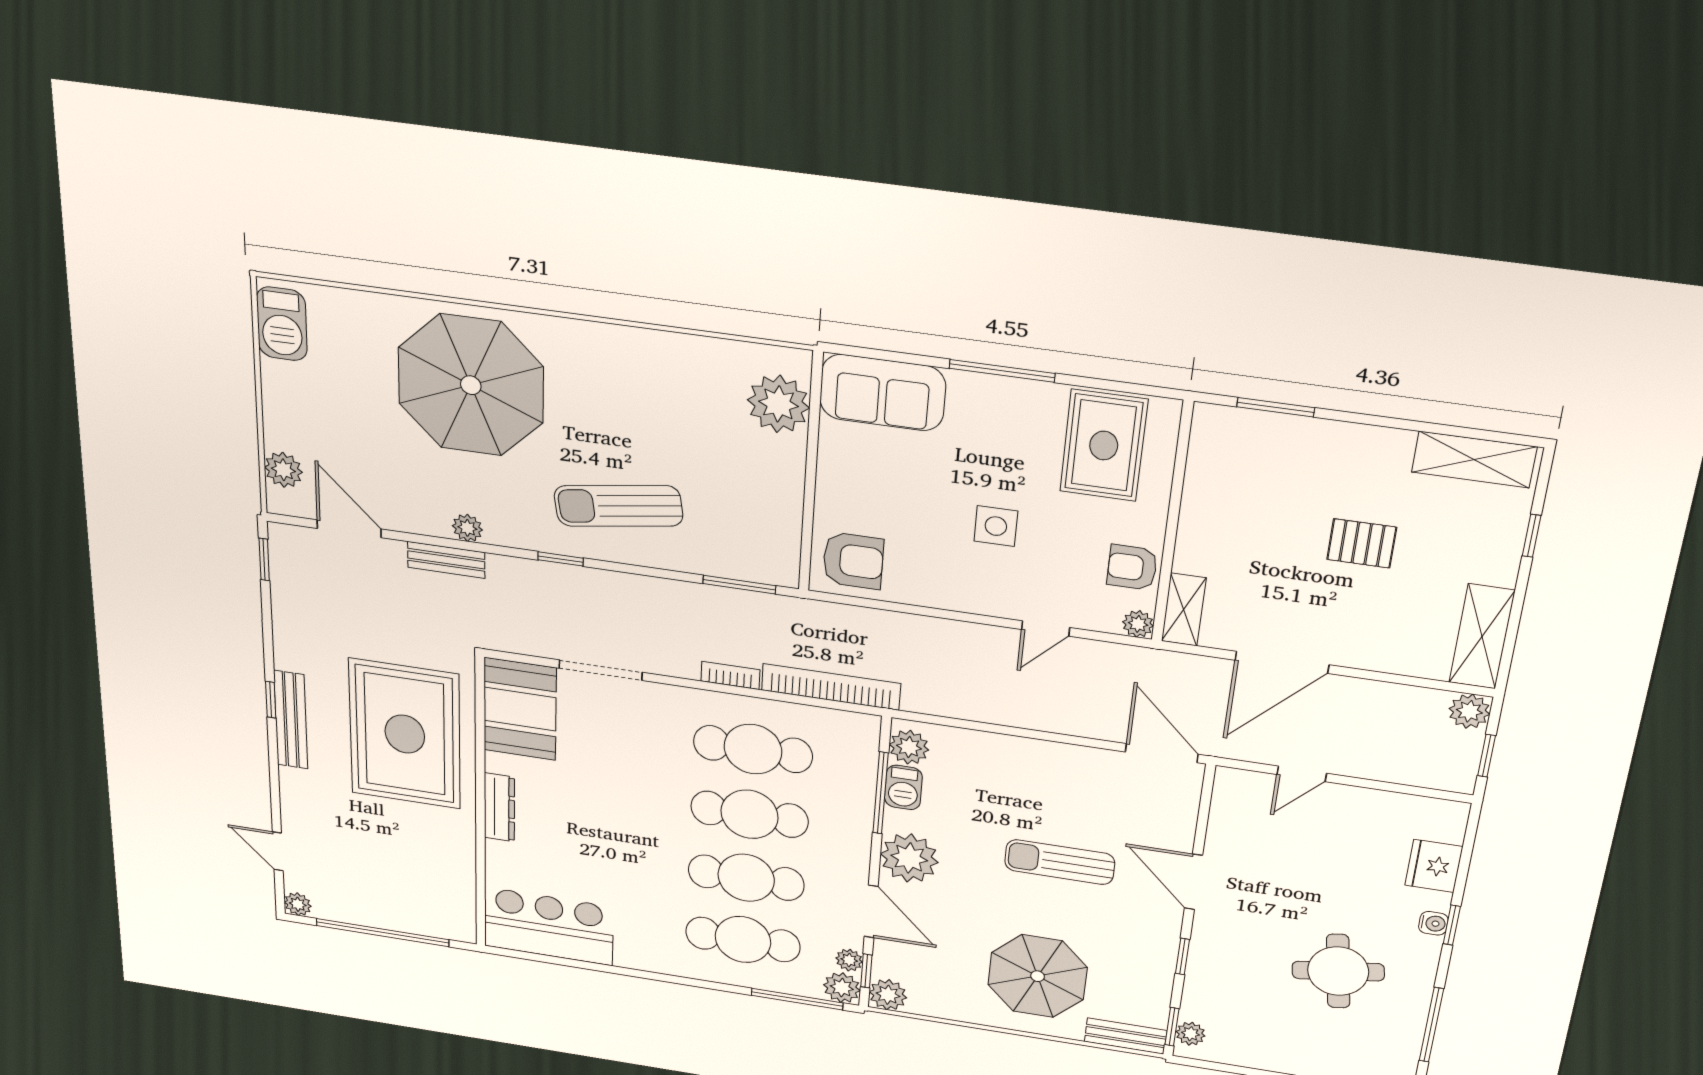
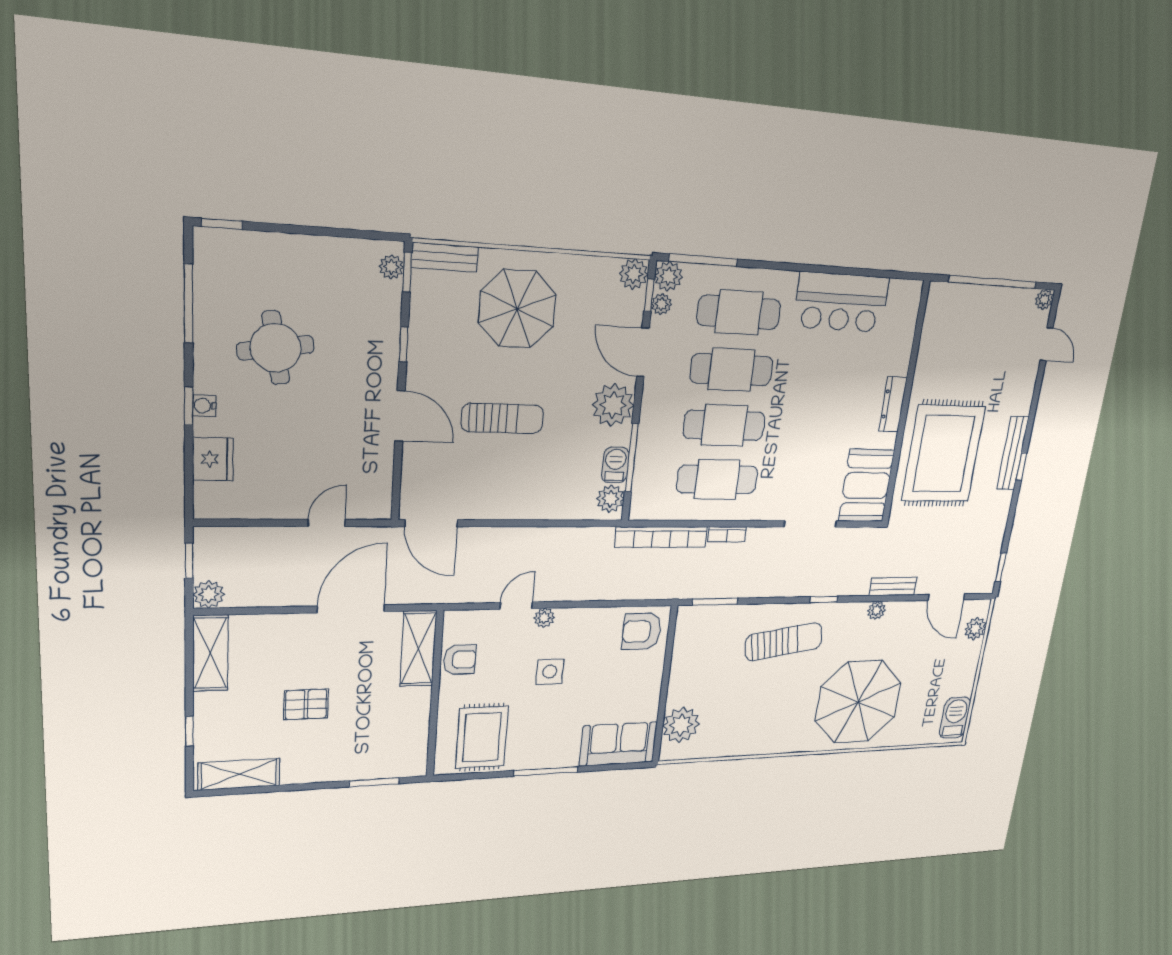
shelving: (1184, 610) -> (418, 649), width x1.50, depth x1.33
plant: (1138, 624) -> (544, 618), moved
bar counter: (549, 926) -> (841, 302), moved

